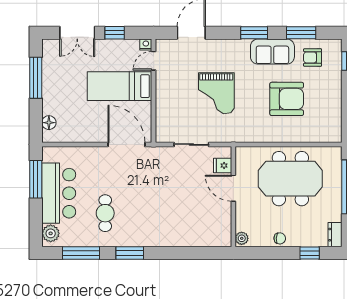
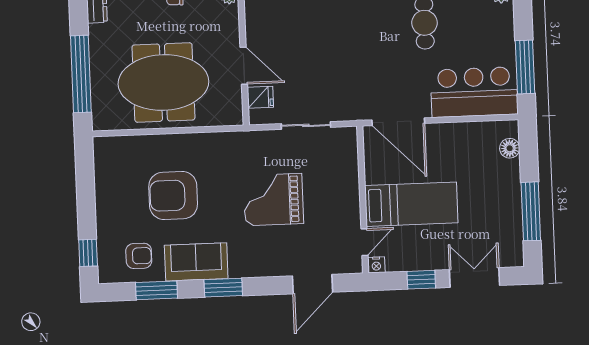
grand piano: (216, 93) -> (273, 200), turned -90
bar counter: (59, 193) -> (474, 92), moved, turned 90

